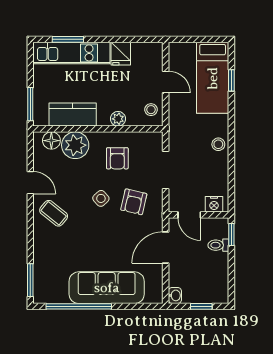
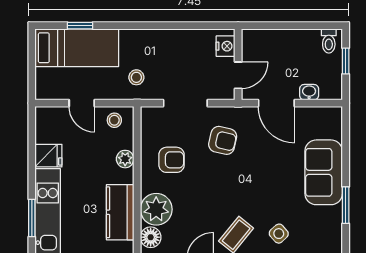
door: (166, 82) -> (82, 103), swing flipped
stool: (218, 144) -> (136, 77), moved
side table: (101, 198) -> (279, 234), moved
window: (231, 235) -> (261, 26), removed
toilet: (218, 245) -> (329, 41), moved
sofa: (107, 288) -> (324, 172), width x0.73
washbasin: (175, 295) -> (309, 92), moved
window: (79, 306) -> (346, 205), width x0.47

